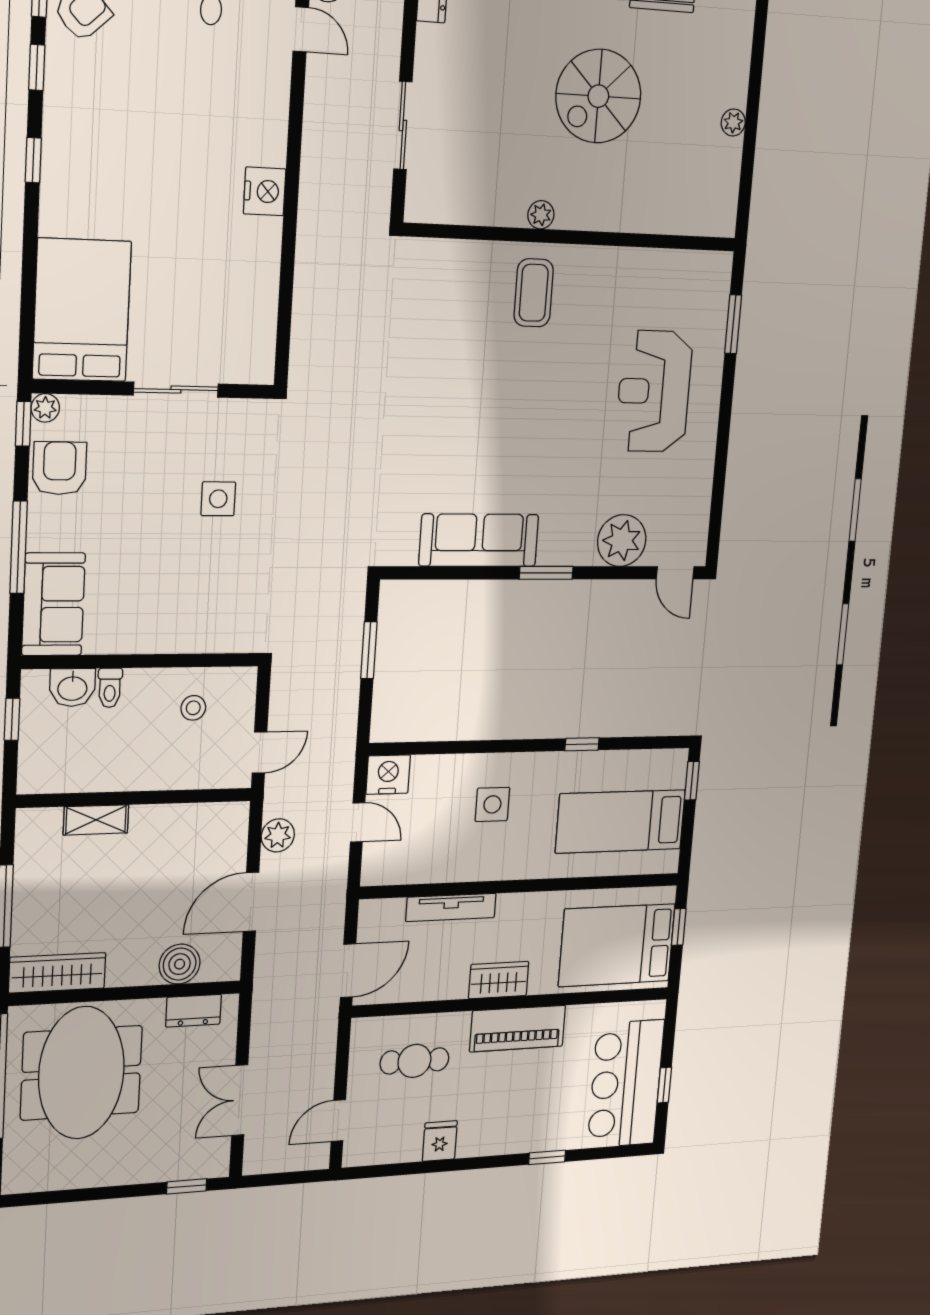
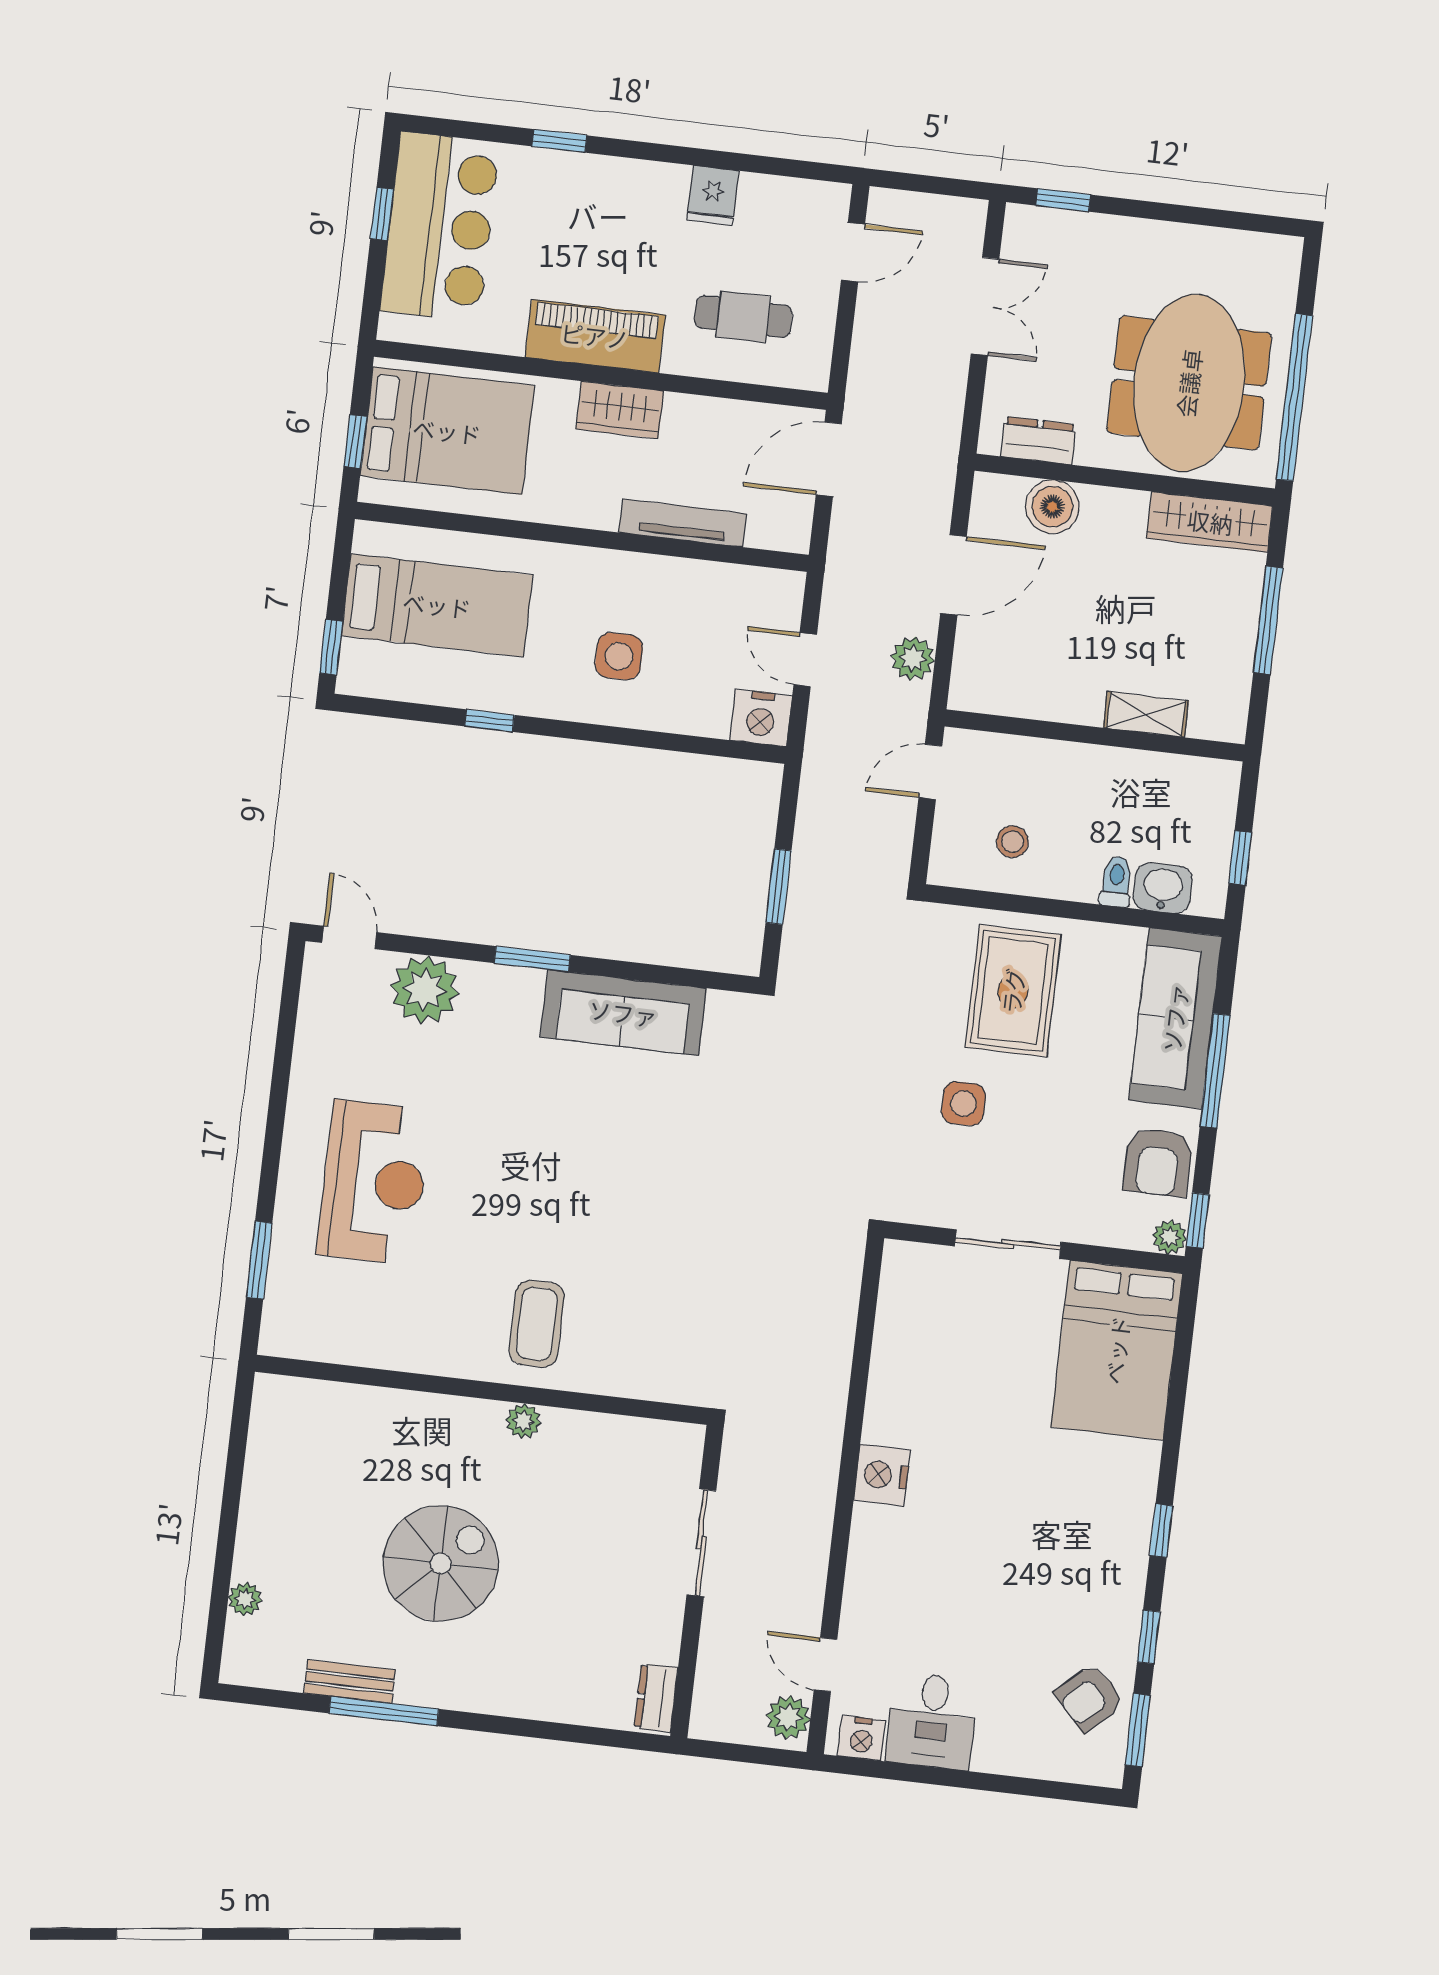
plant: (733, 122) -> (245, 1599), moved
rug: (185, 592) -> (1013, 991), added
sofa: (53, 604) -> (1175, 1018), width x1.36

